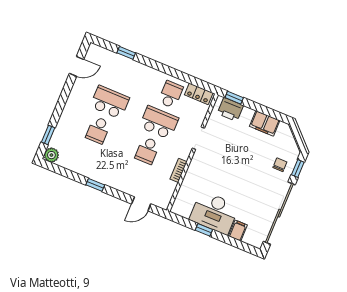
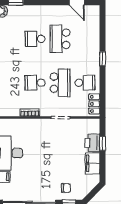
window: (126, 53) -> (103, 59), moved
window: (234, 98) -> (103, 144), moved
school desk: (110, 102) -> (60, 39), turned 180
printer: (230, 110) -> (92, 143), moved

